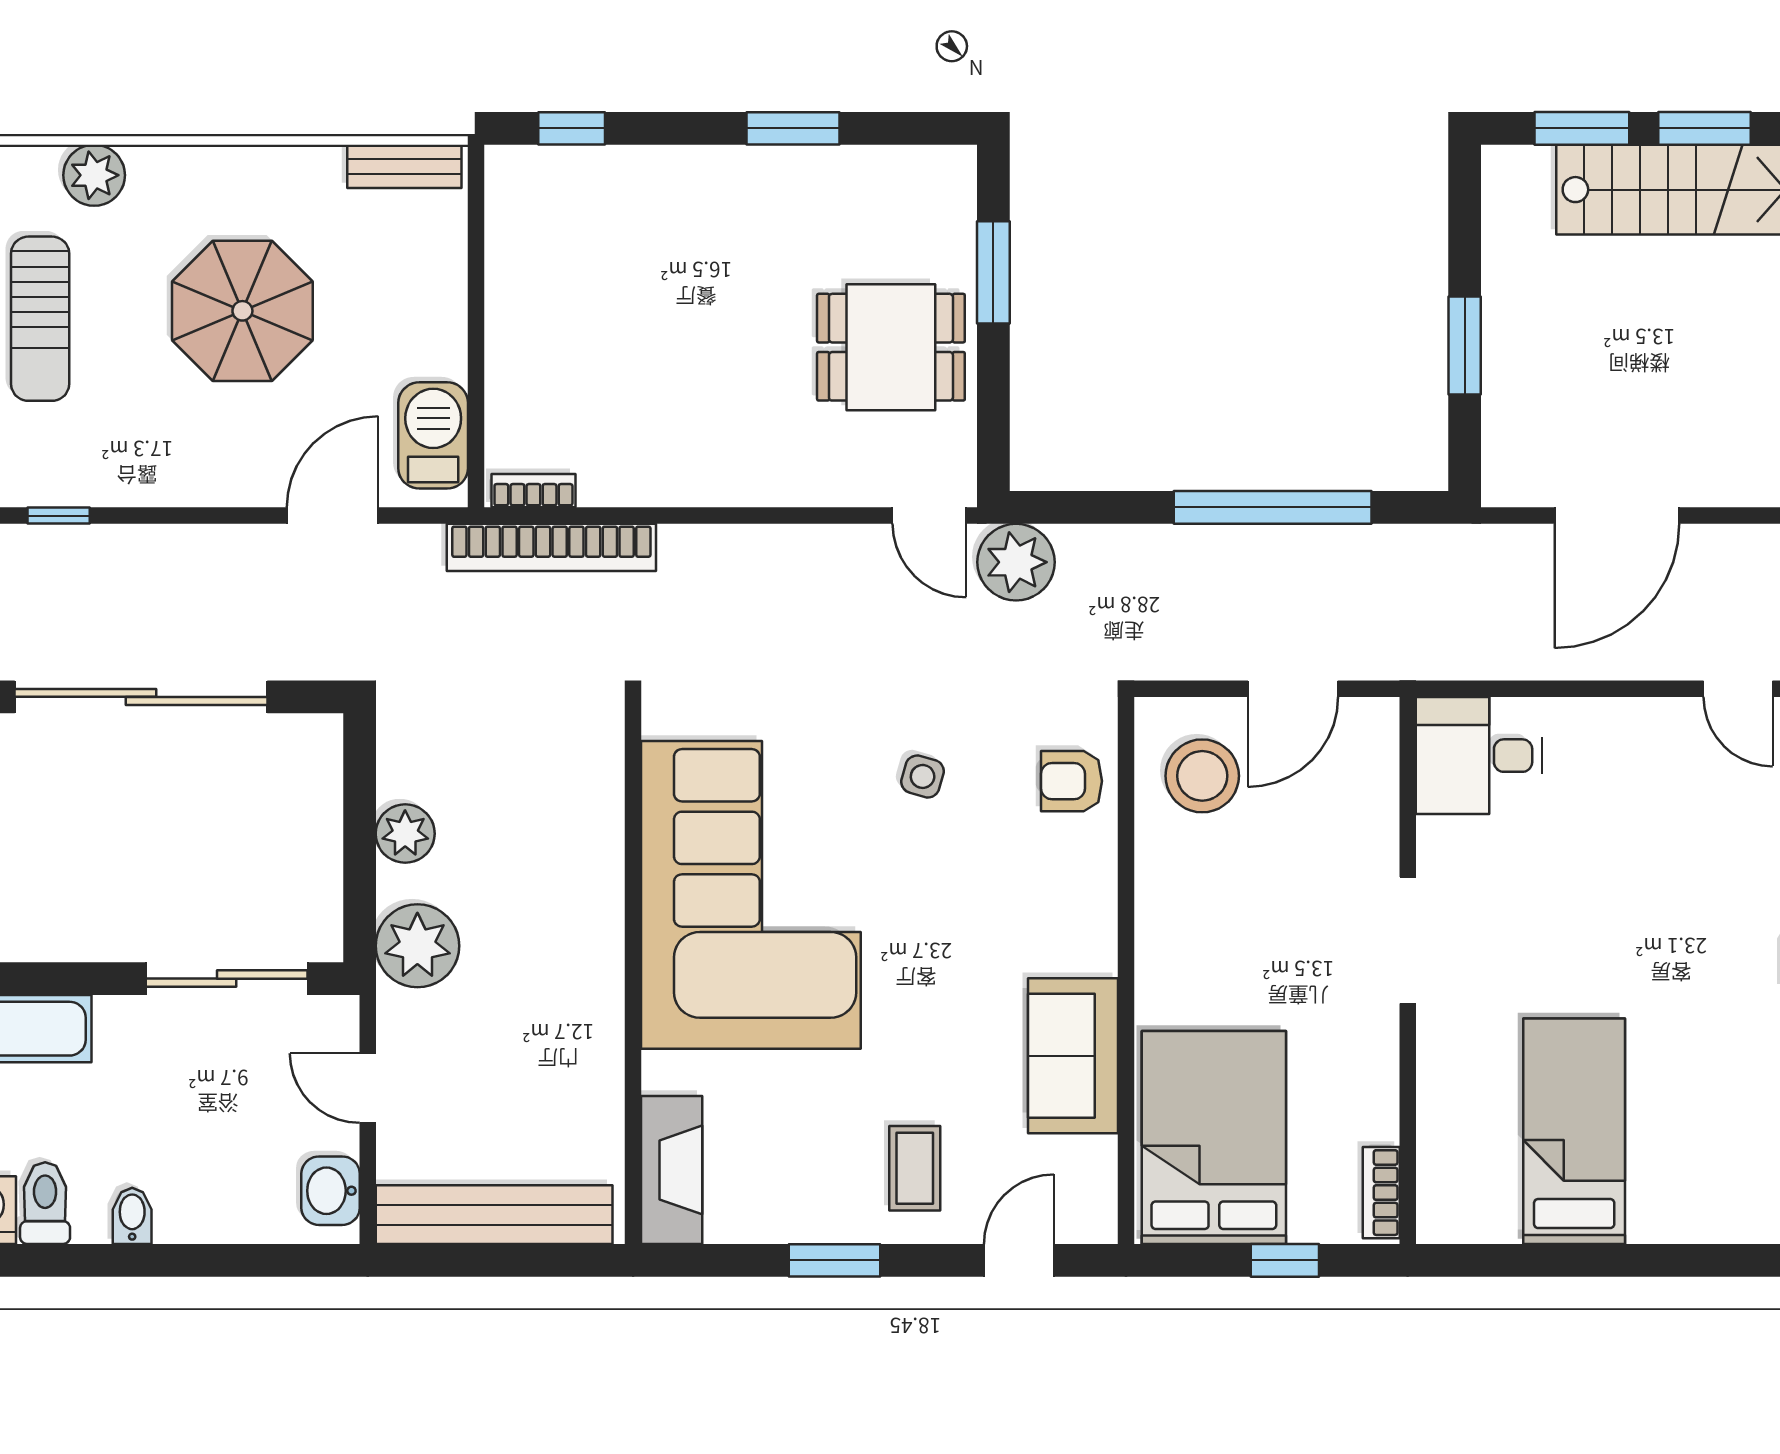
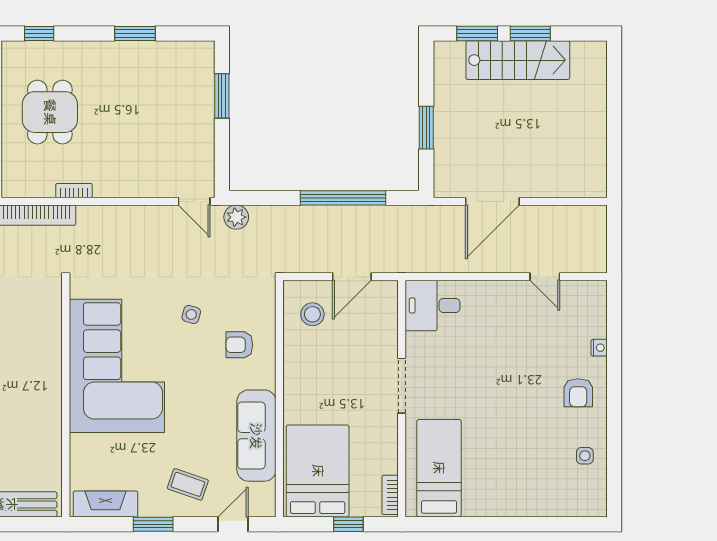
dining table: (891, 347) -> (50, 112), moved, turned 90
bookcase: (533, 491) -> (74, 191), moved
plant: (1016, 562) -> (236, 217), width x0.73, depth x0.73
stool: (1202, 776) -> (312, 314), width x0.73, depth x0.73
armchair: (1071, 781) -> (239, 345), moved
sofa: (1073, 1056) -> (256, 436), width x1.36
bed: (1574, 1131) -> (439, 468), moved
coffee table: (915, 1168) -> (188, 484), turned -71
fireplace: (672, 1170) -> (106, 504), moved, turned -90

